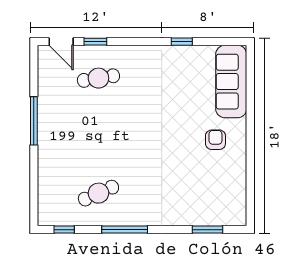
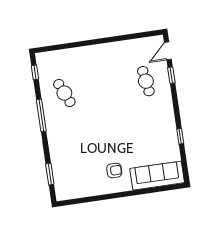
window: (34, 121) -> (109, 40), removed

